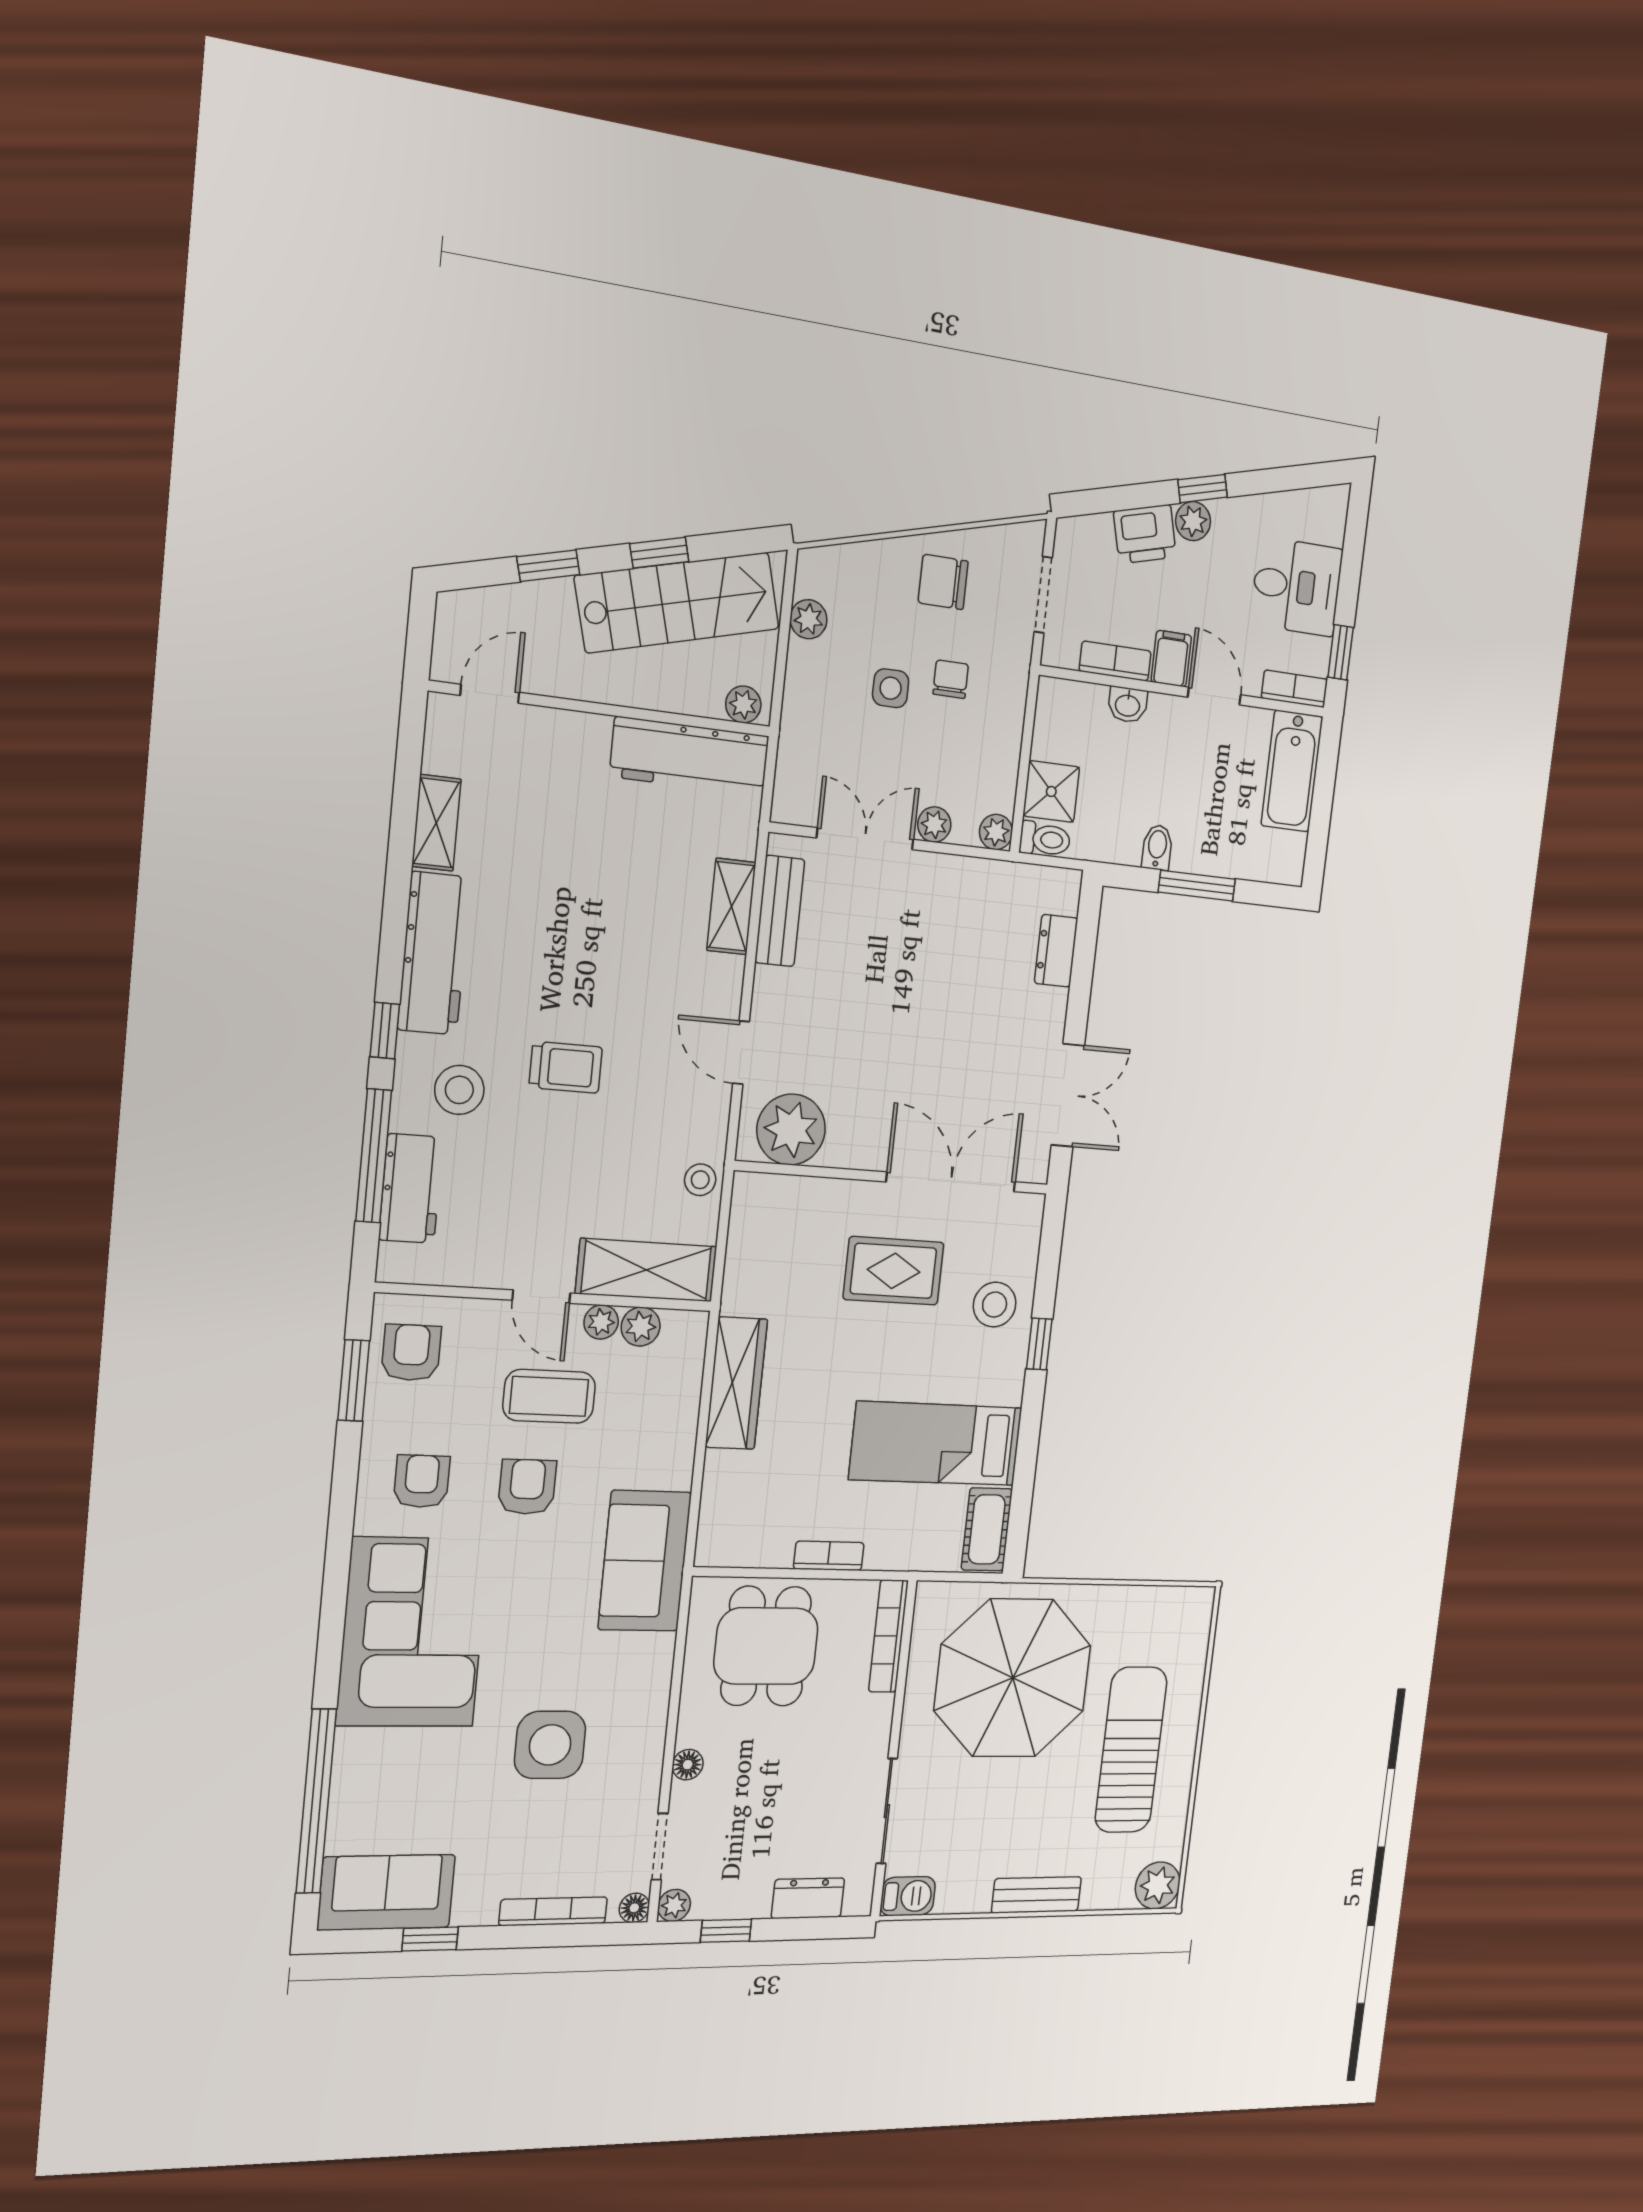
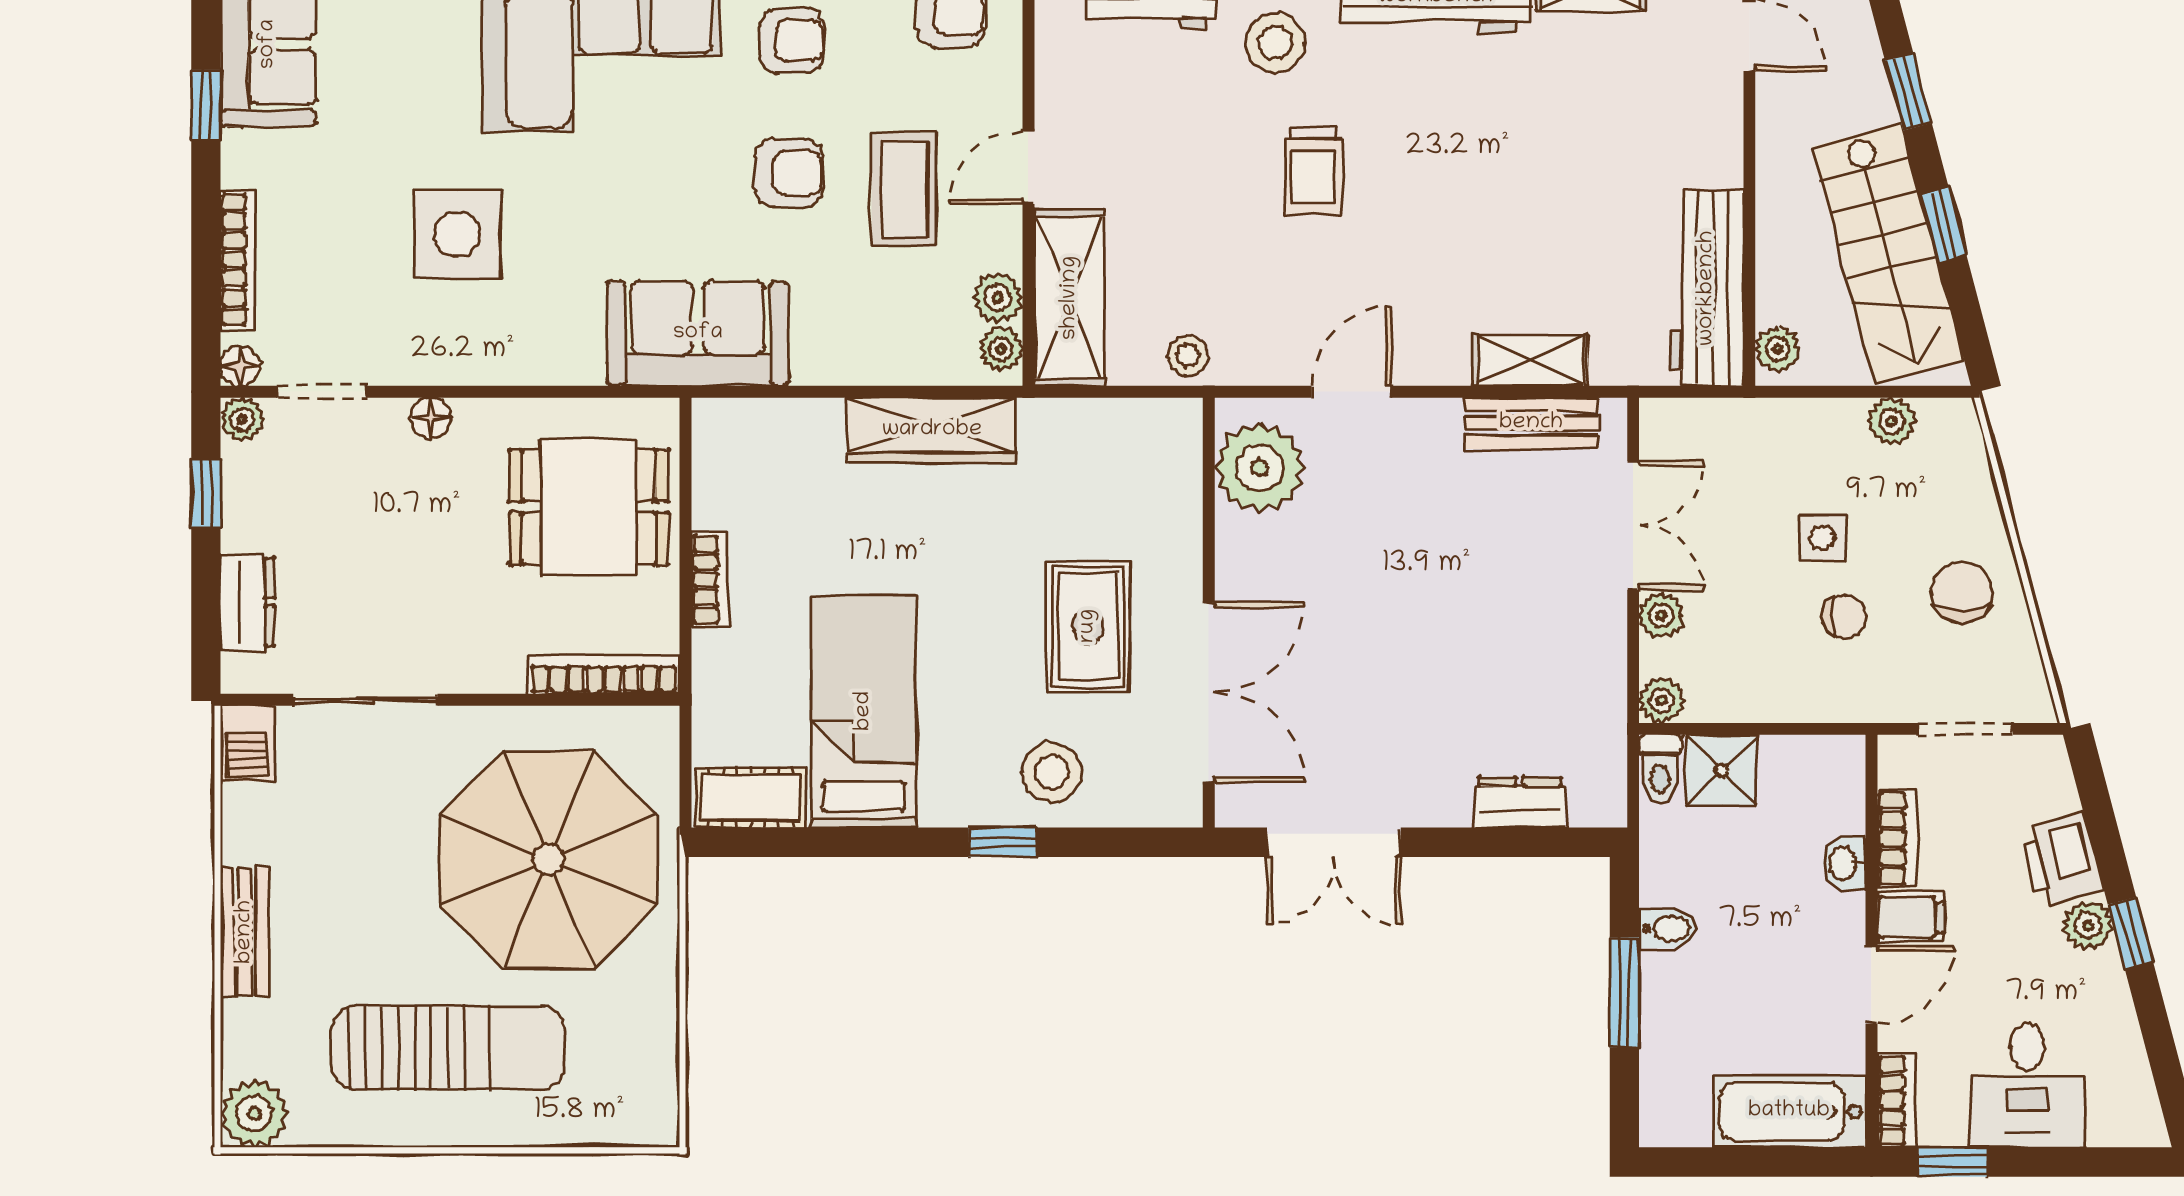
plant: (601, 1322) -> (1001, 349), moved

